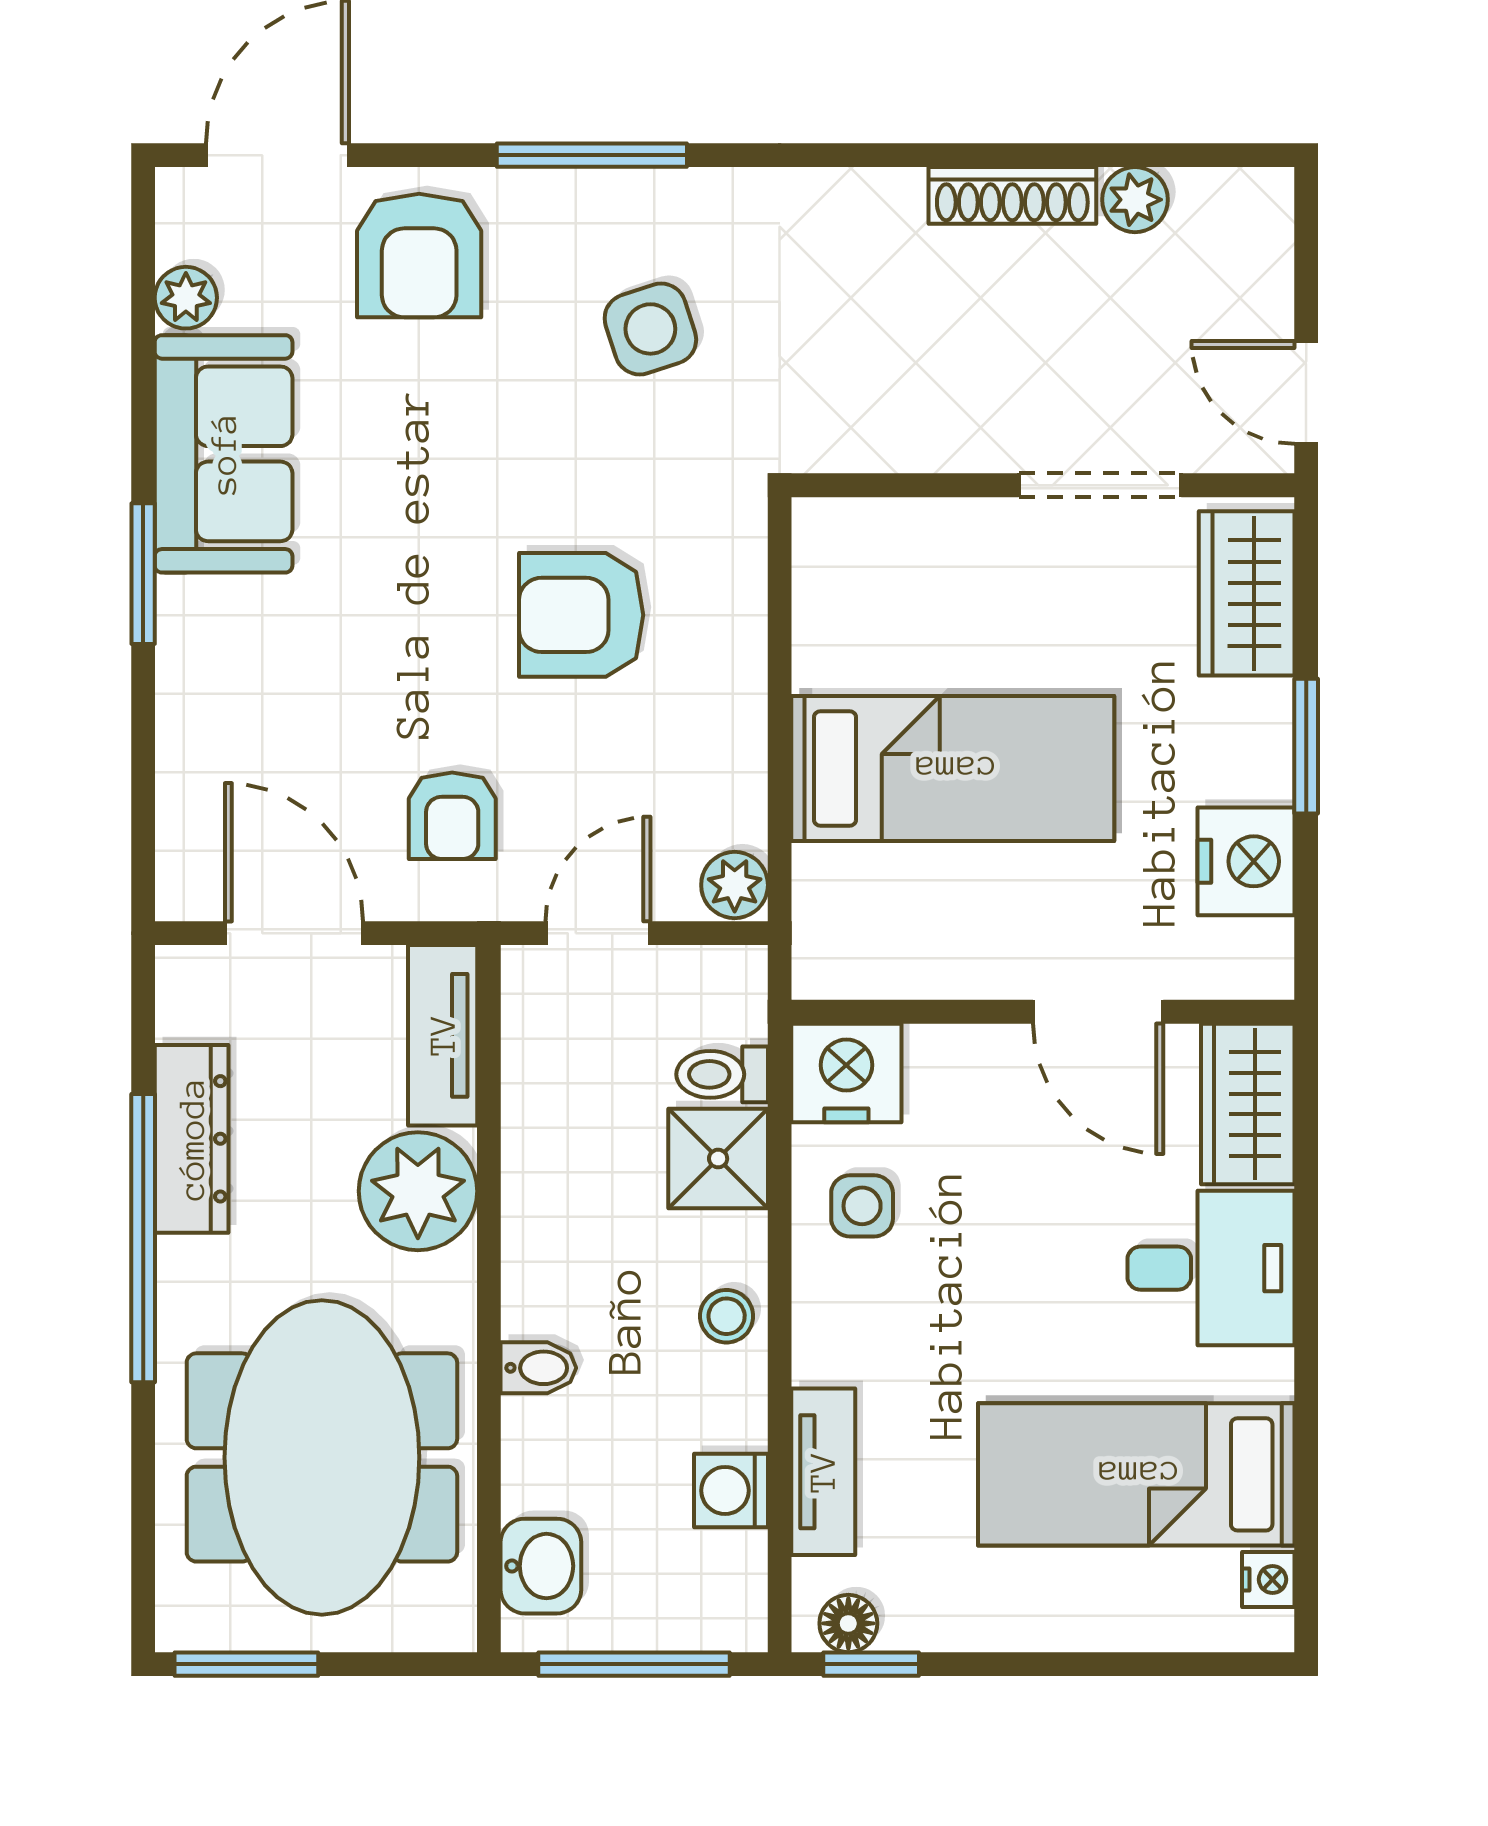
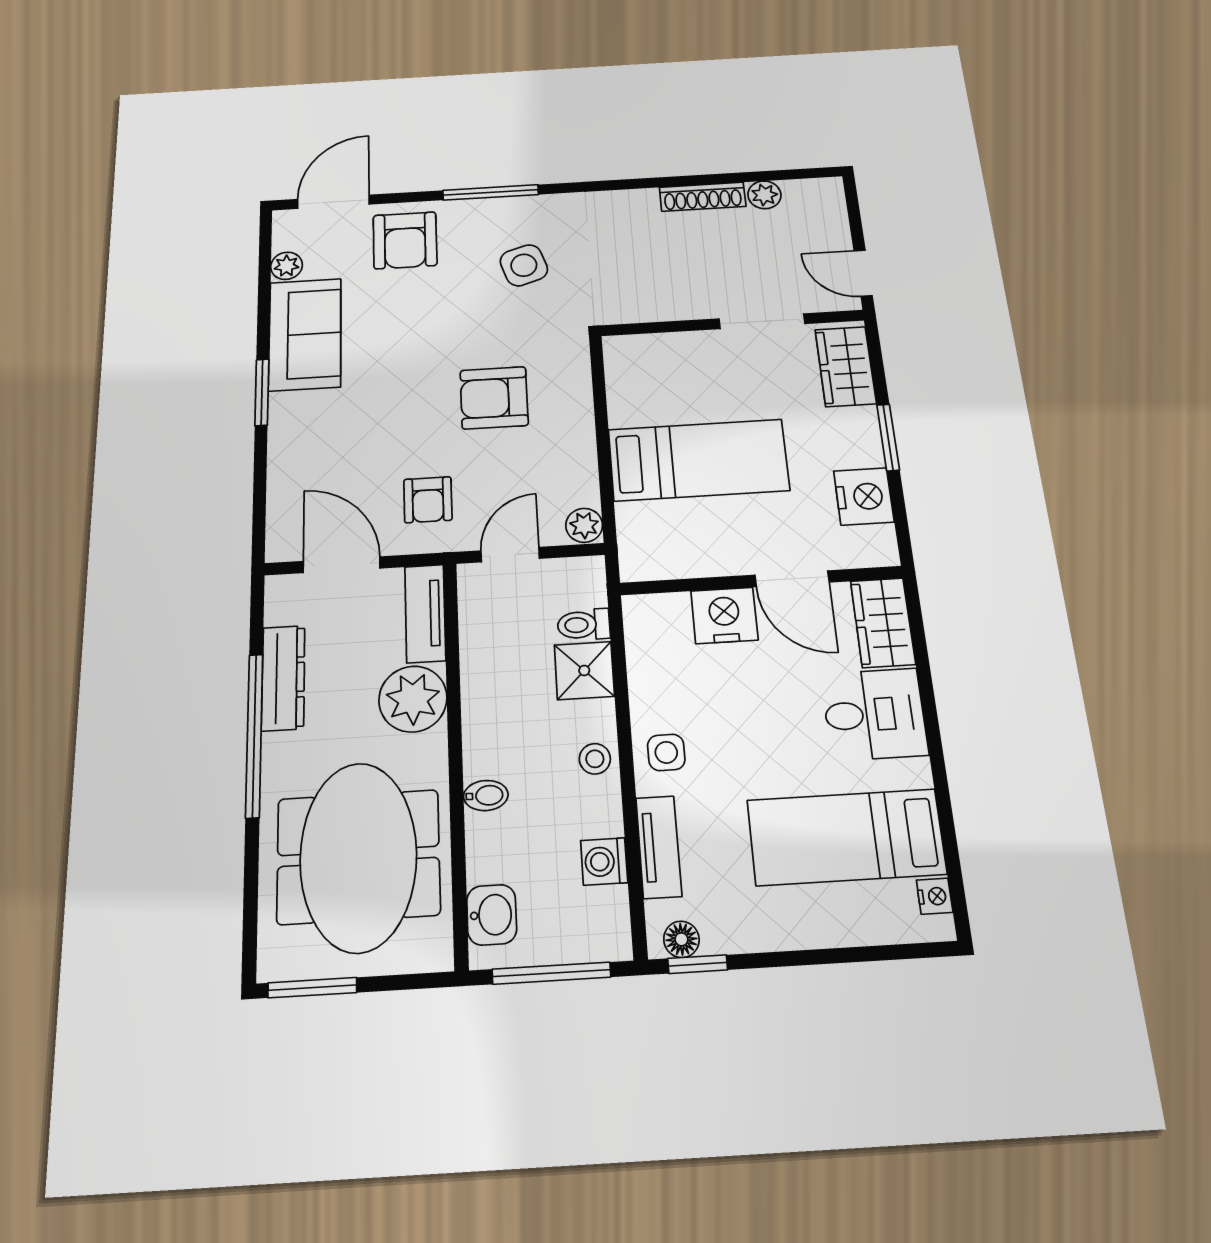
nightstand: (846, 1073) -> (724, 615), moved
side table: (862, 1206) -> (666, 752), moved

